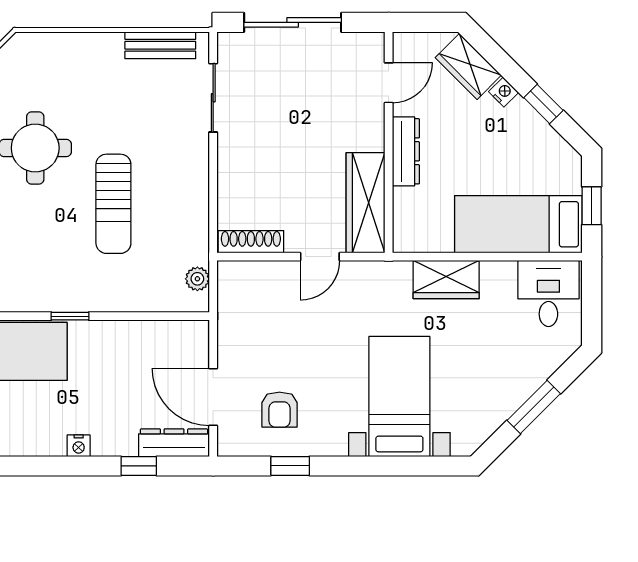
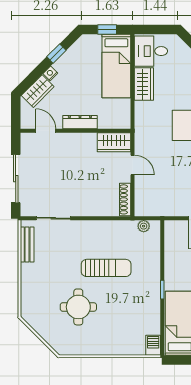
wardrobe: (365, 203) -> (114, 142), width x0.67
wardrobe: (446, 280) -> (144, 84), moved

